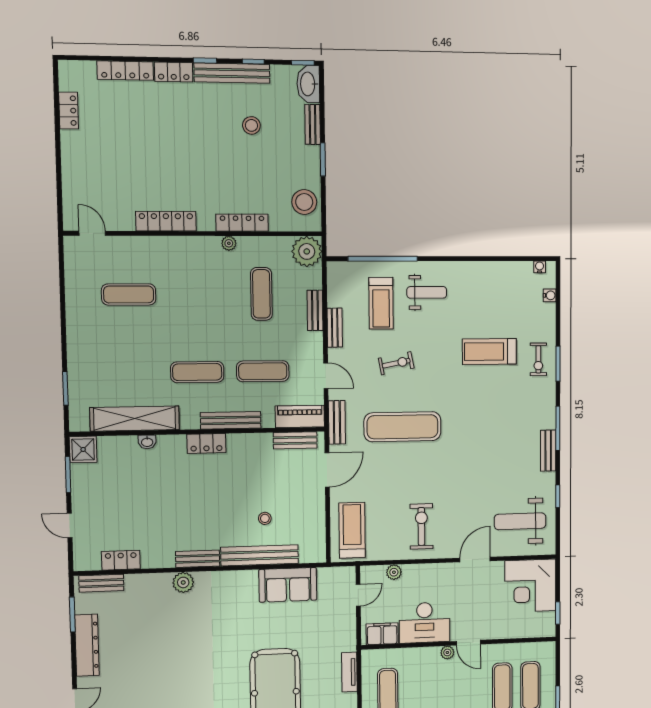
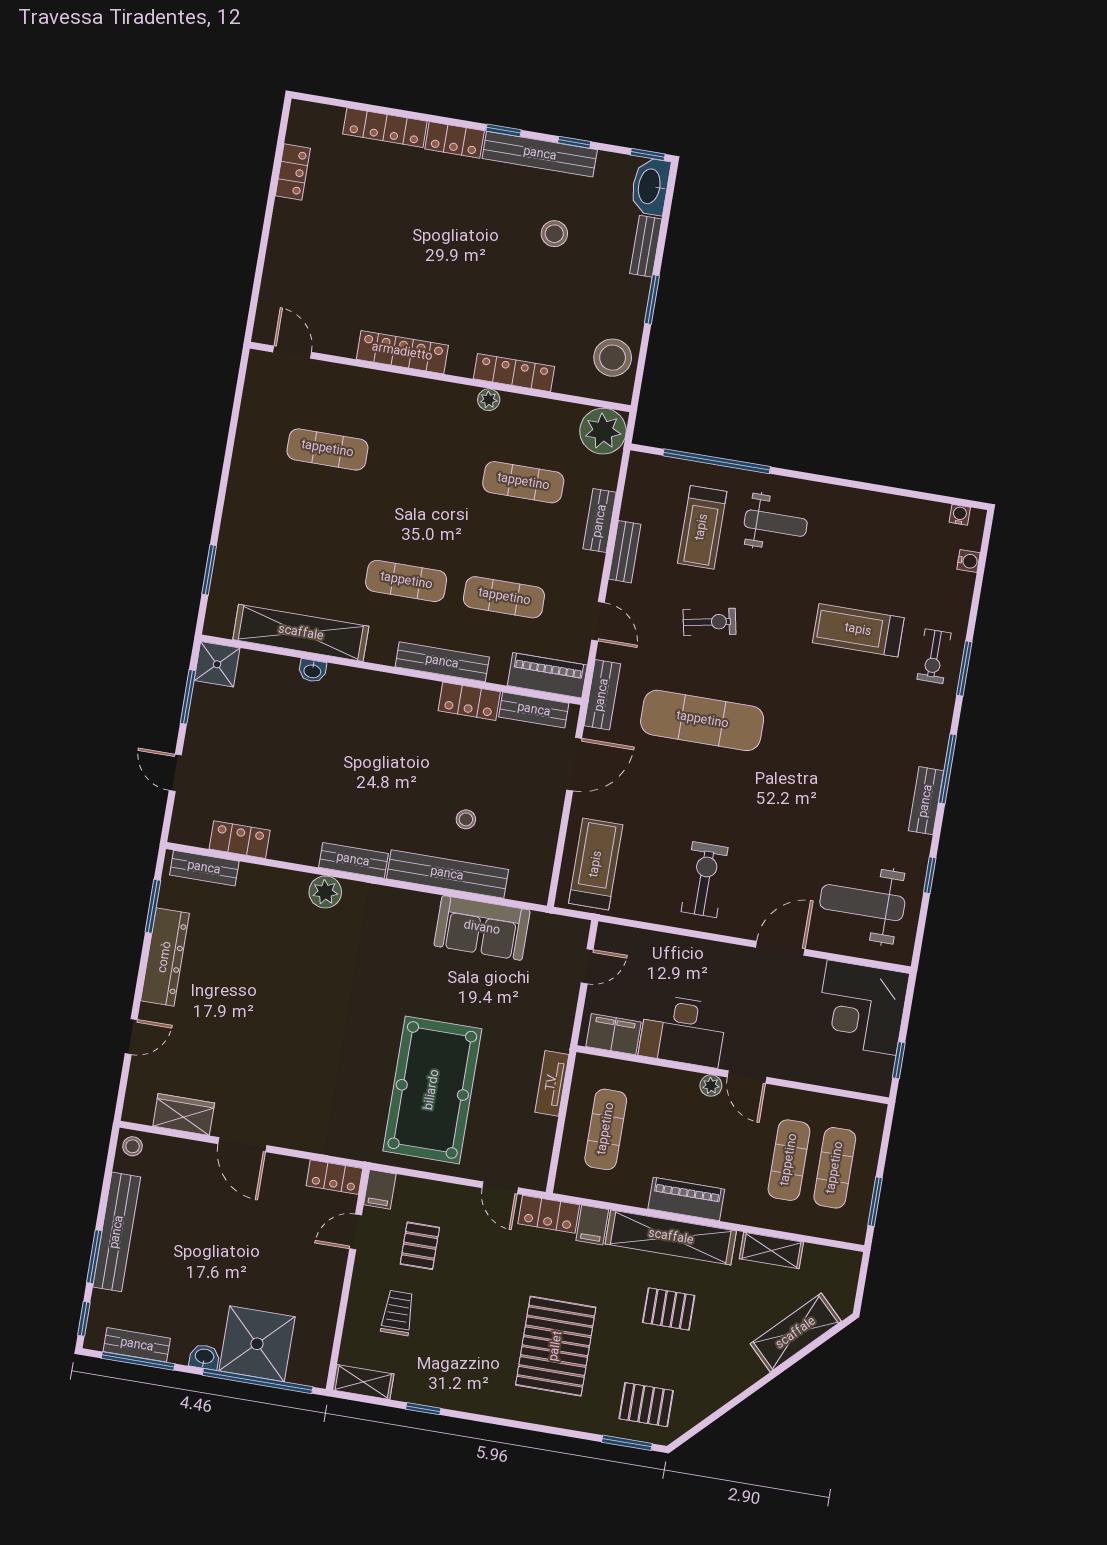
exercise mat: (261, 294) -> (523, 482), turned 90
locker: (206, 443) -> (469, 701), moved
plant: (394, 572) -> (649, 942), removed

